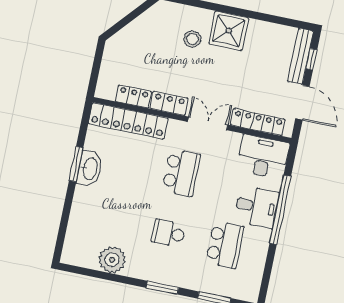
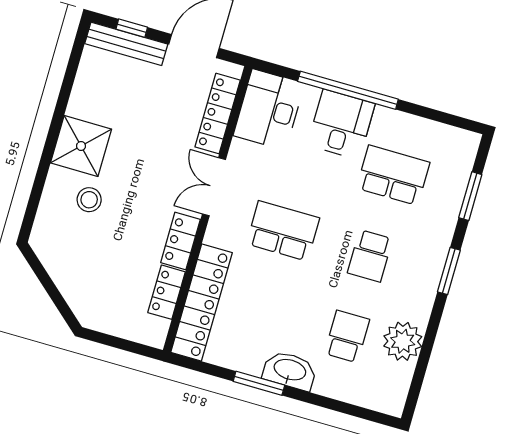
washbasin: (90, 169) -> (290, 371), moved
school desk: (112, 222) -> (347, 336), added

